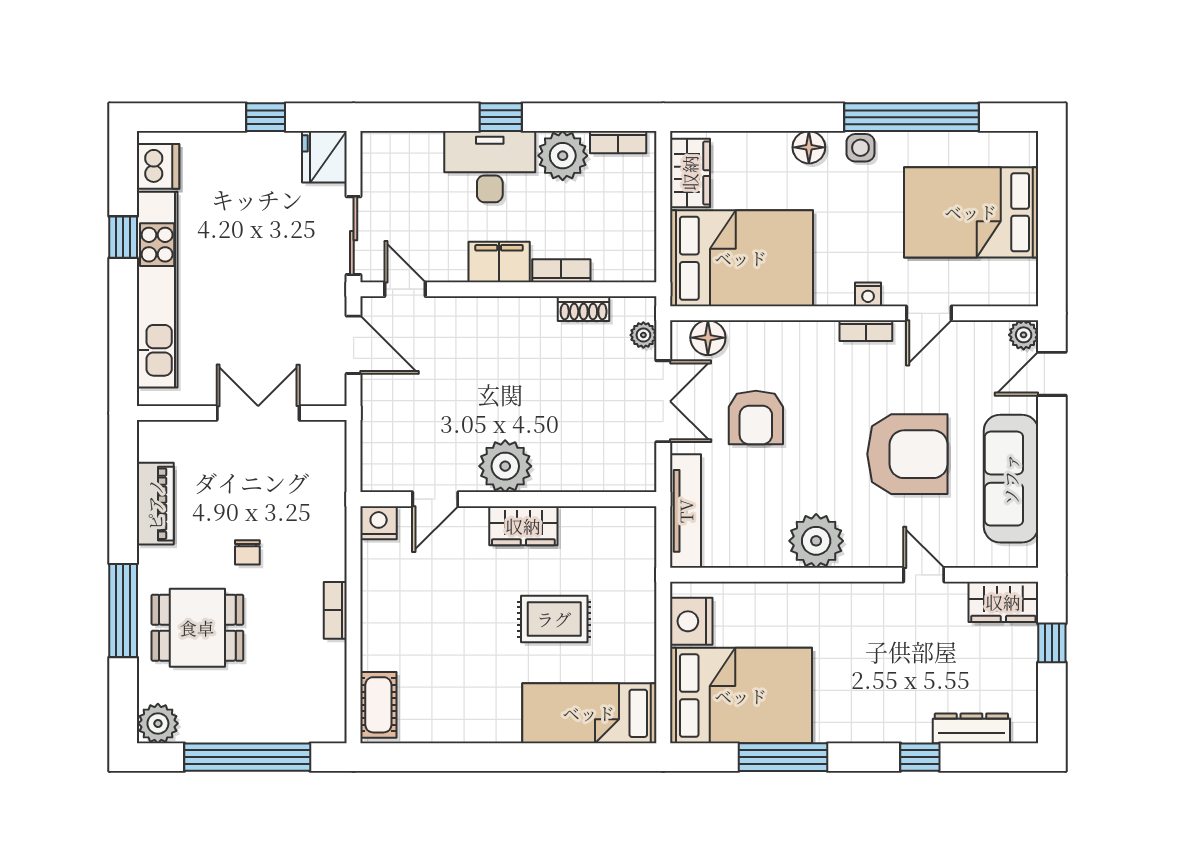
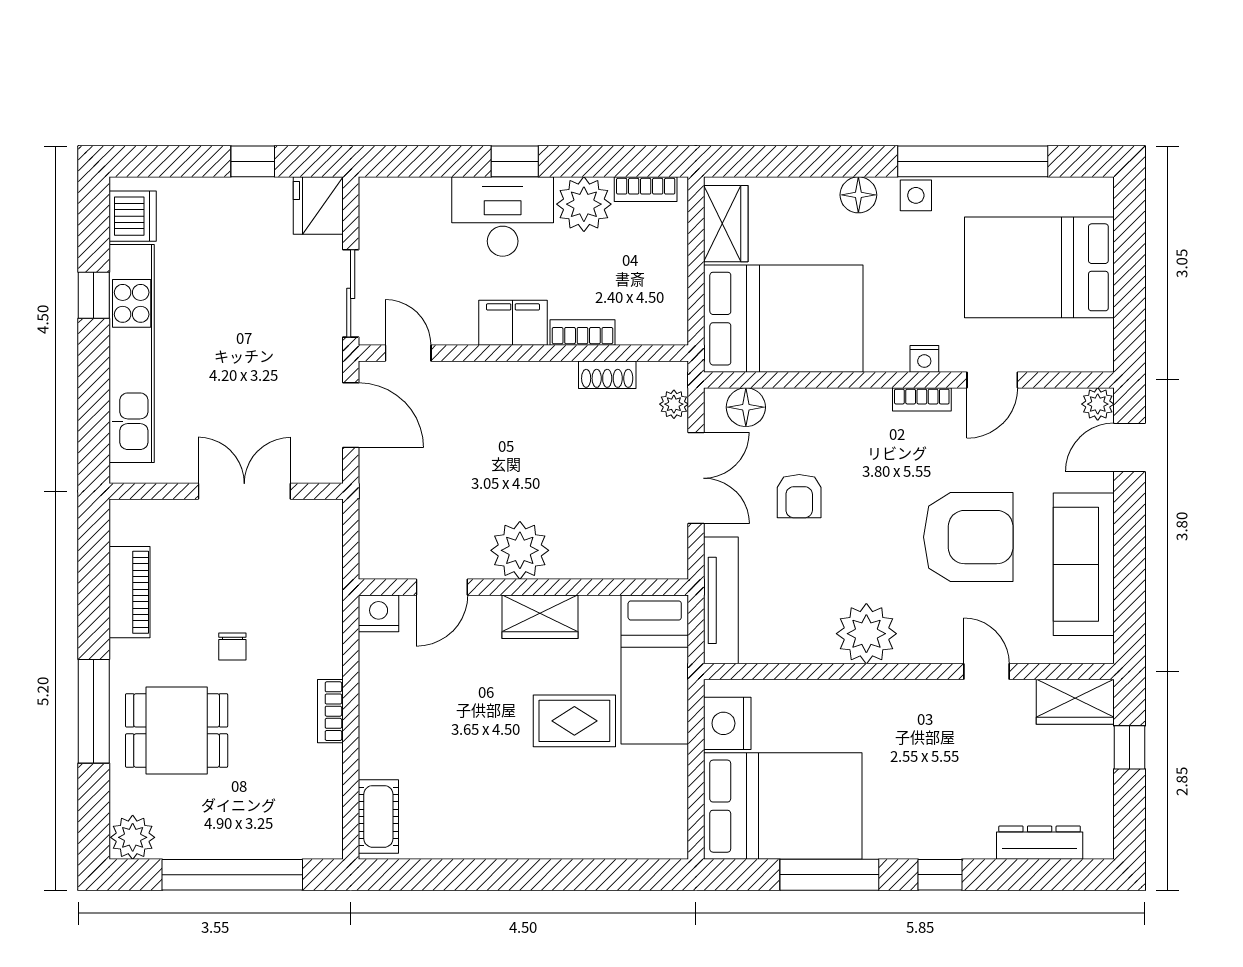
armchair: (756, 417) -> (799, 496), width x0.72, depth x0.72
bed: (589, 713) -> (655, 669), moved, turned -90
window: (920, 757) -> (940, 875), moved

